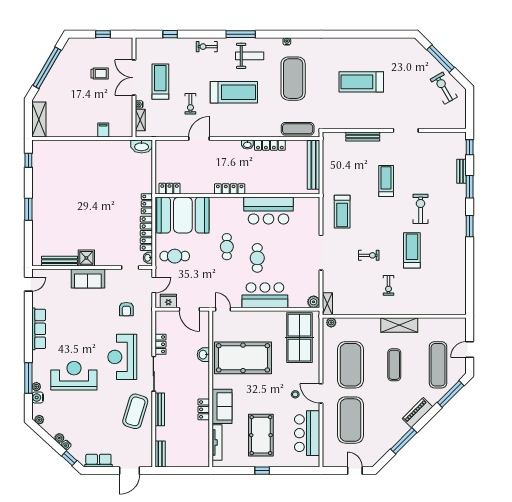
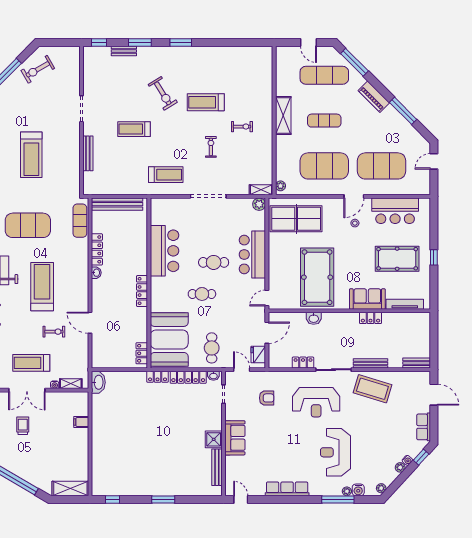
exercise bike: (421, 209) -> (163, 93), turned -122

